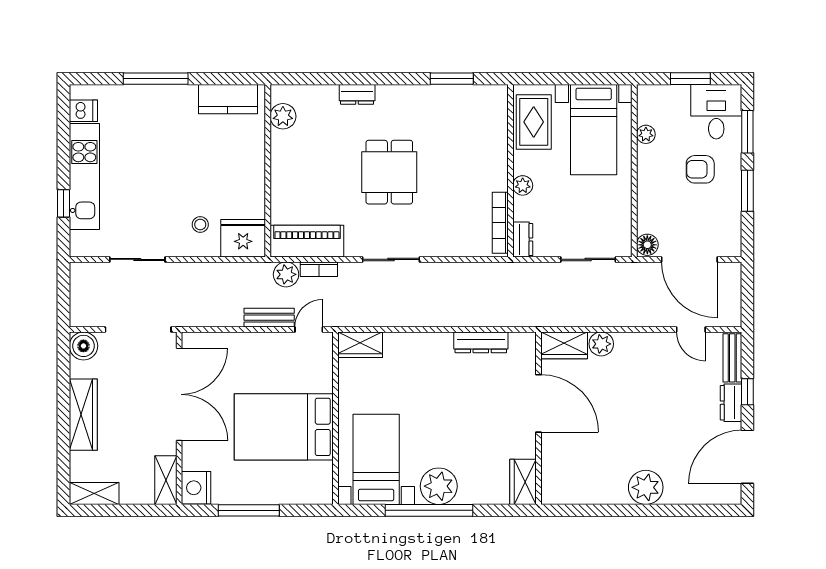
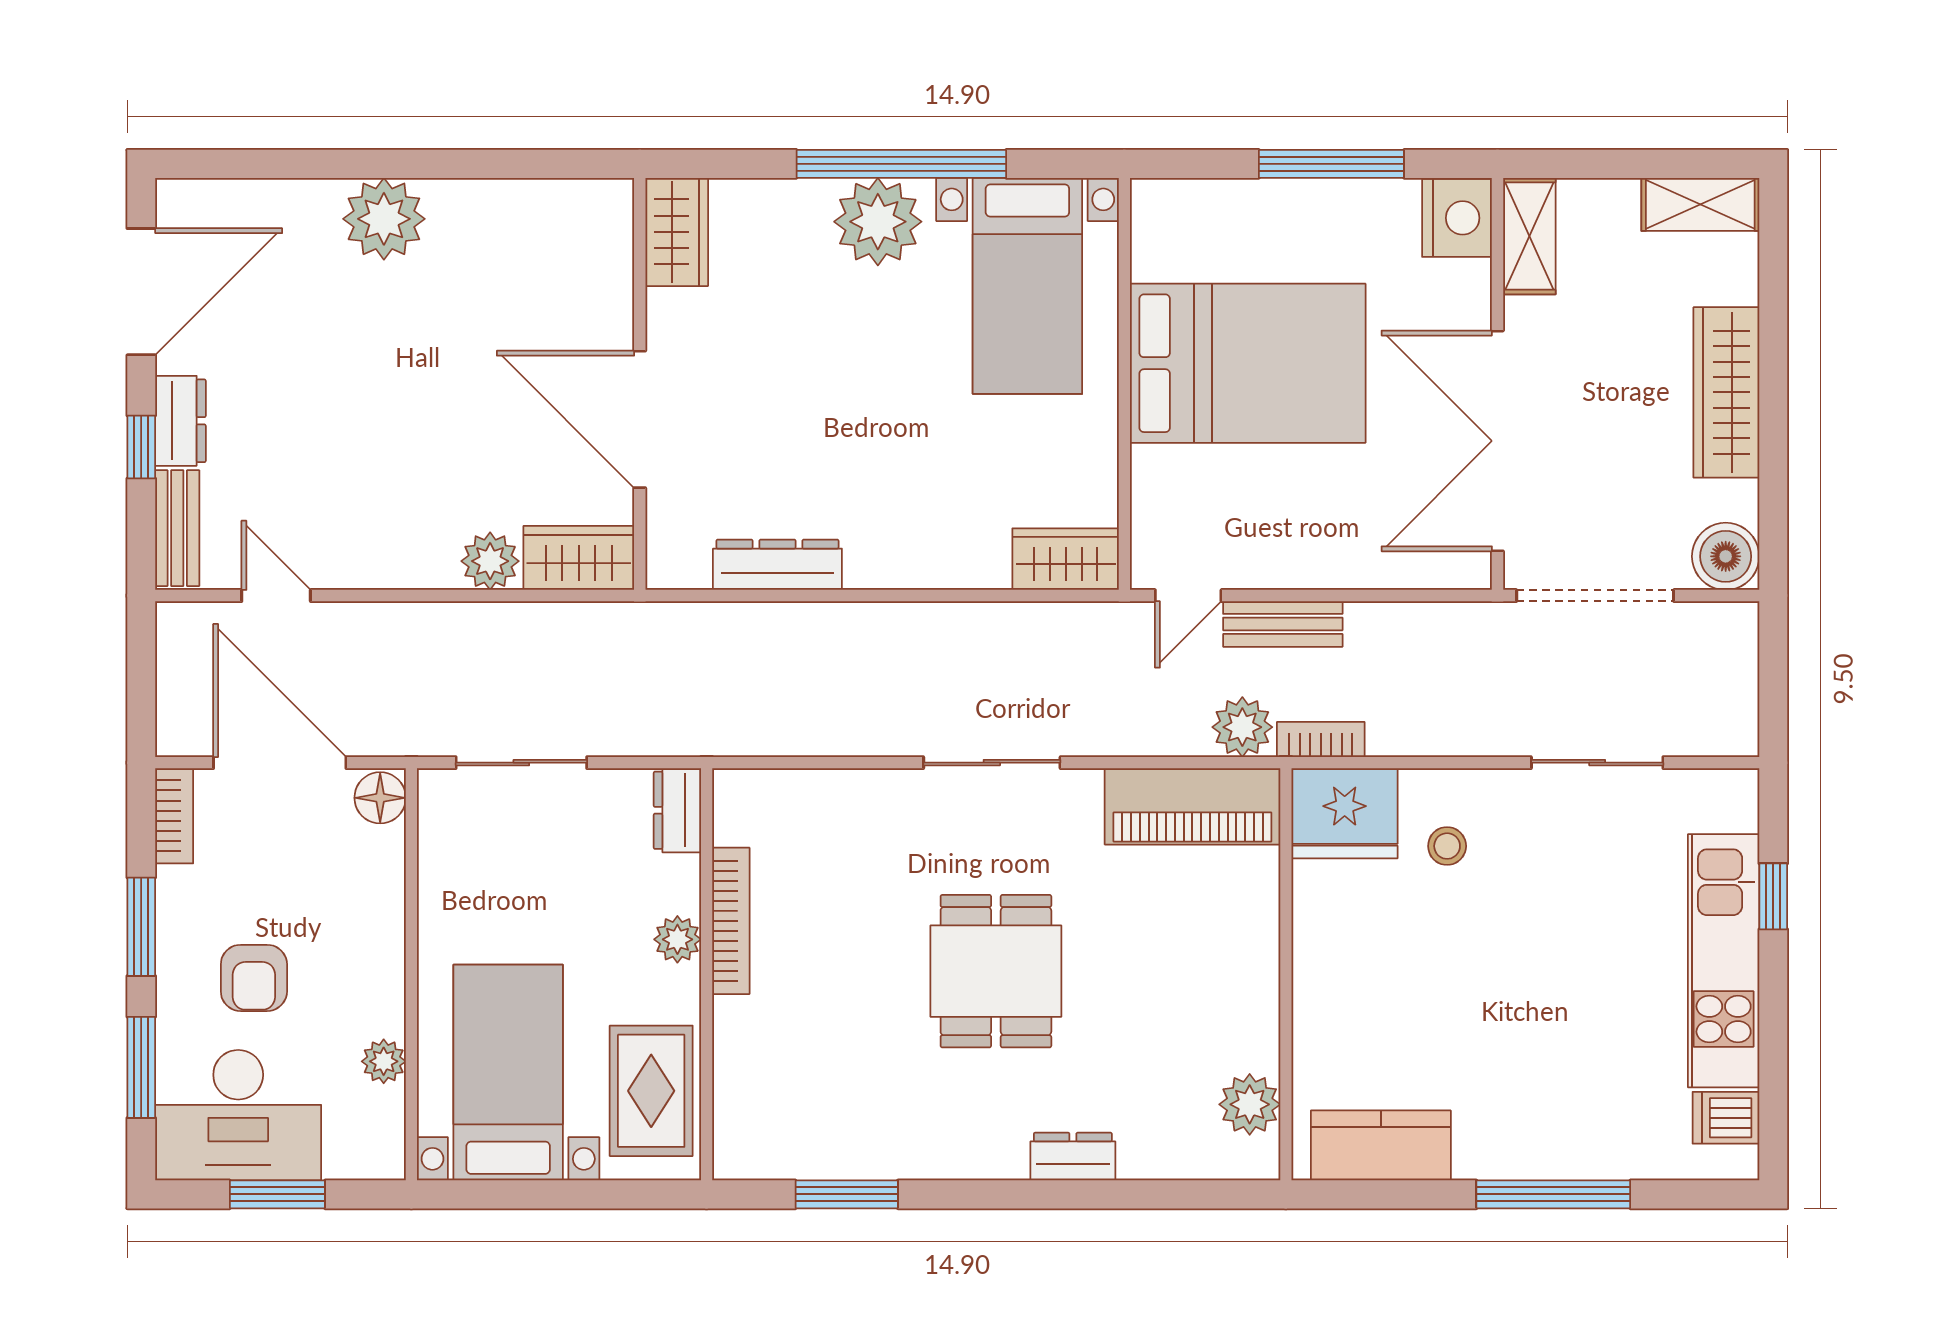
desk: (716, 112) -> (238, 1115), width x1.37
armchair: (700, 169) -> (254, 978), turned 90
bookcase: (500, 223) -> (731, 921), moved
bookcase: (734, 237) -> (174, 816), added
bookcase: (319, 269) -> (1321, 740), moved

